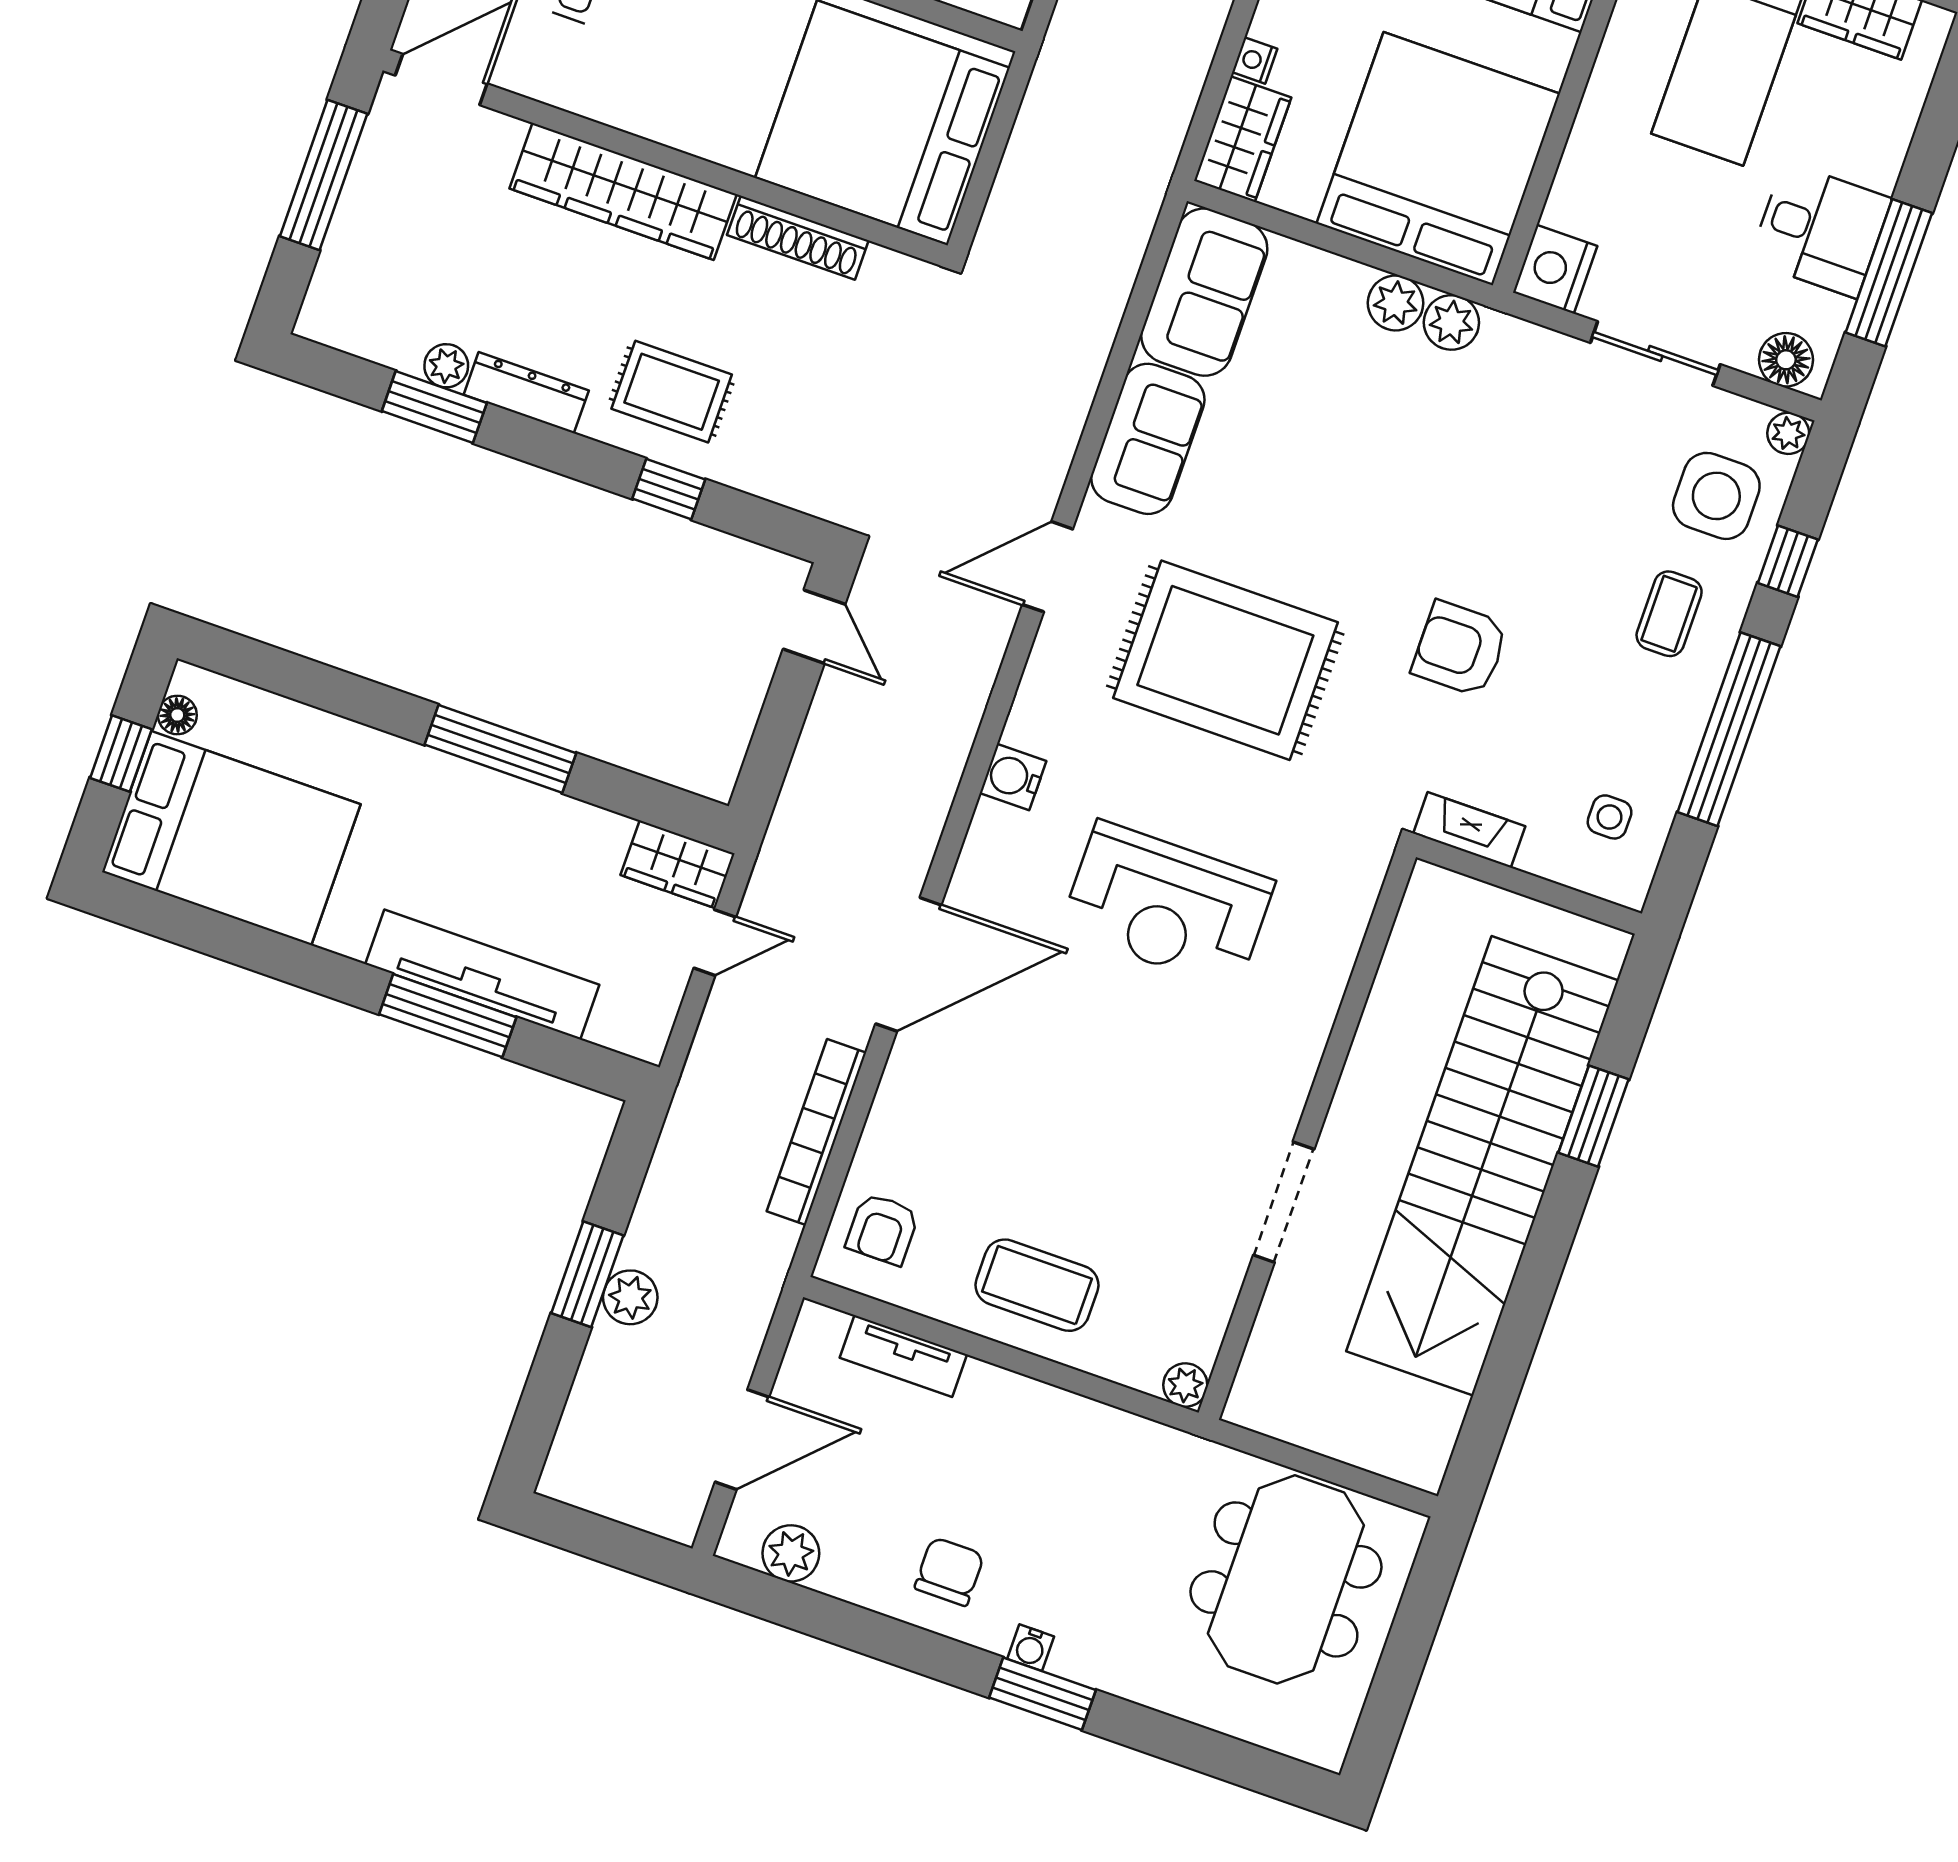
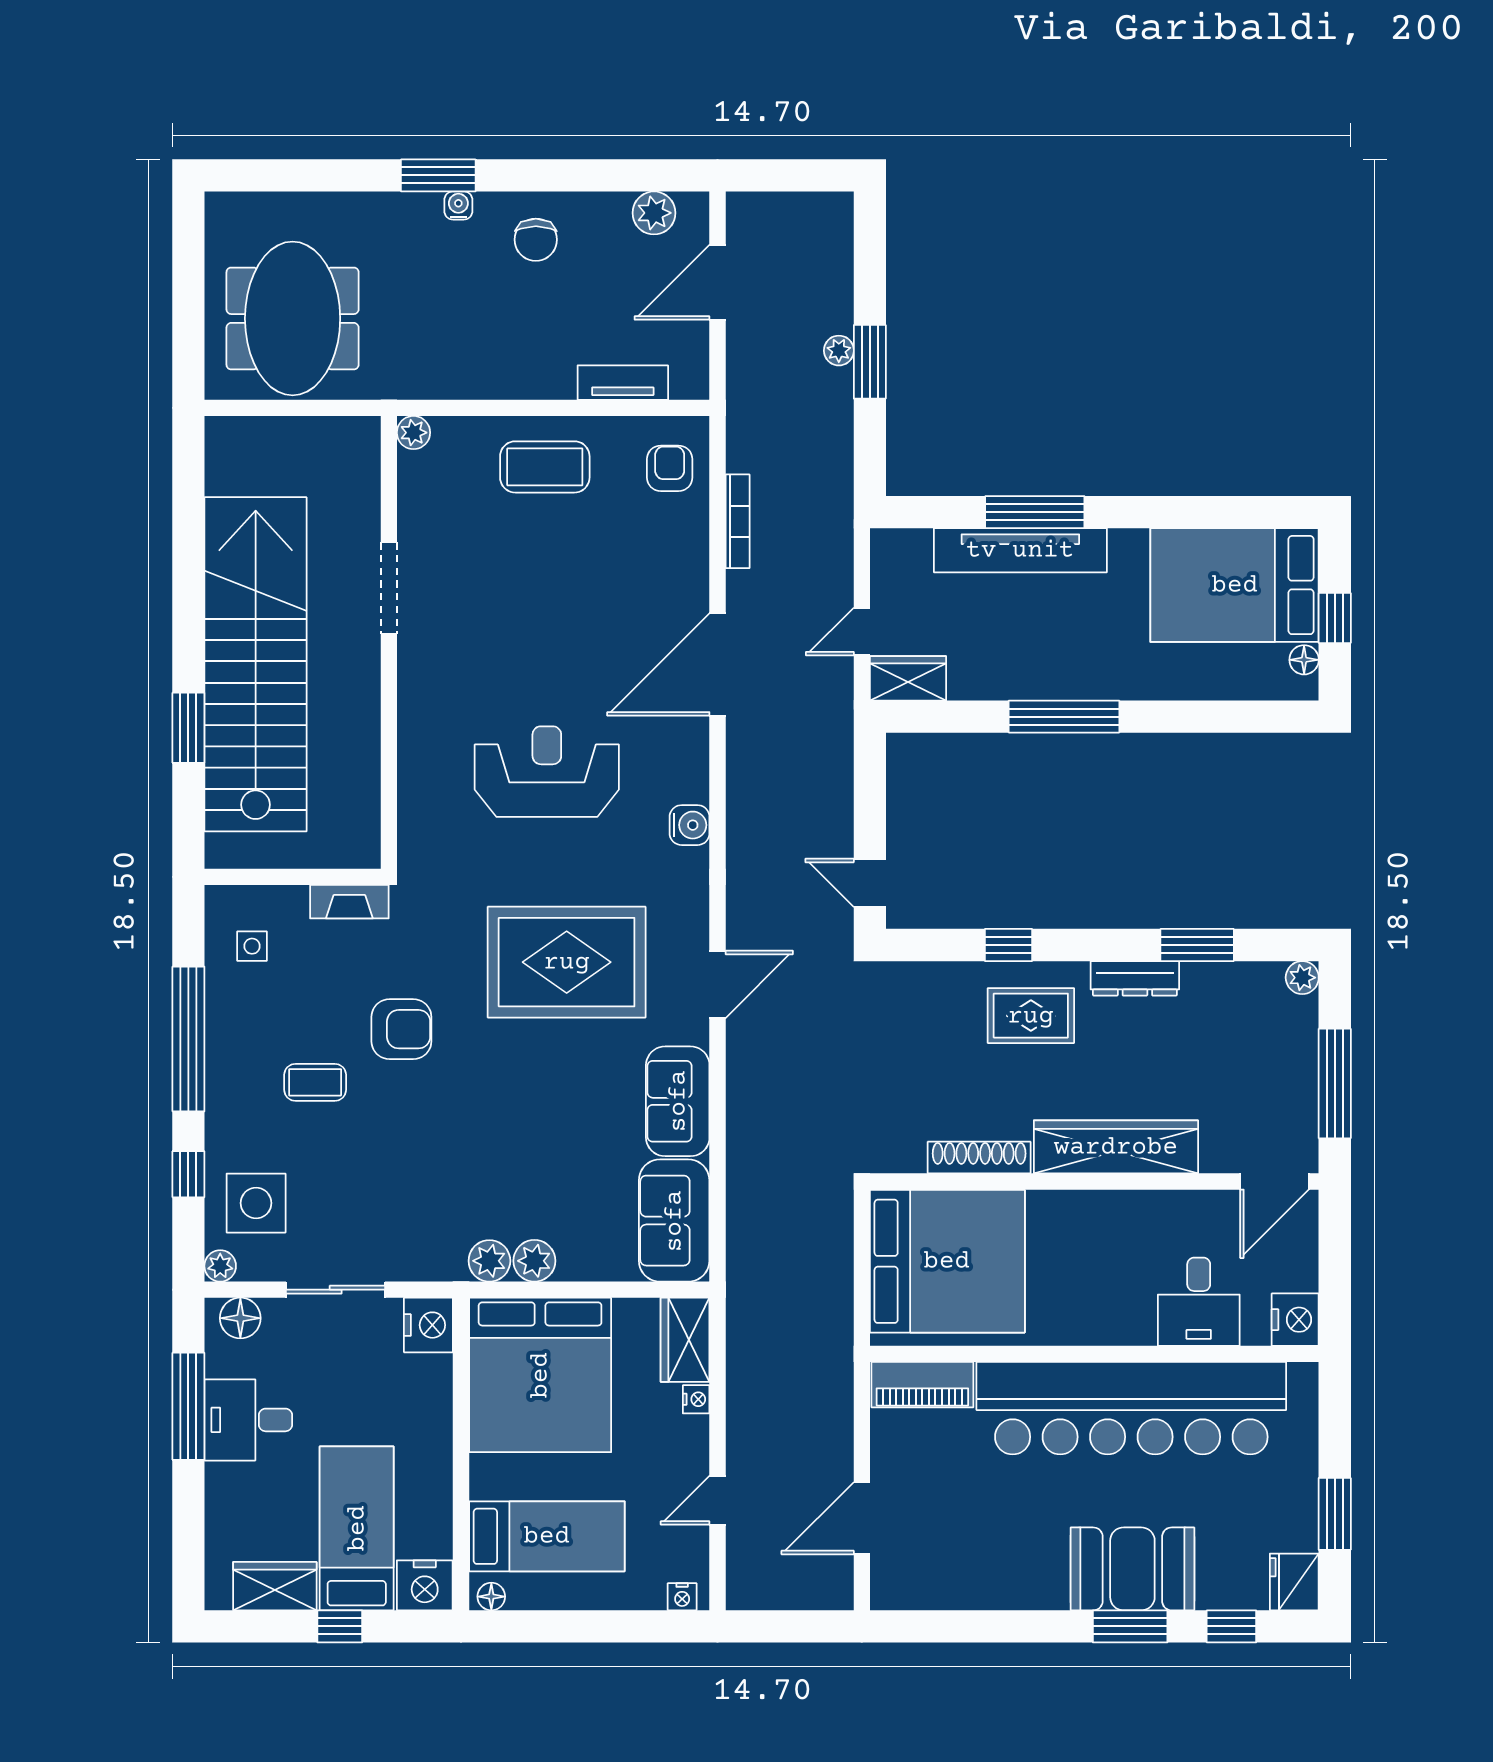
plant: (446, 366) -> (1302, 978), moved
coffee table: (1669, 614) -> (315, 1082), moved, turned 90
bookcase: (817, 1132) -> (738, 521), width x0.68, depth x0.76
plant: (630, 1297) -> (839, 351), width x0.73, depth x0.73

